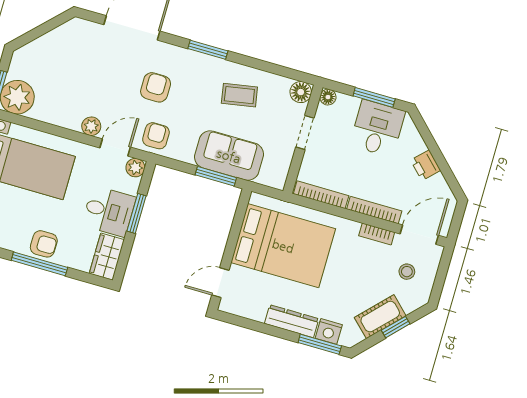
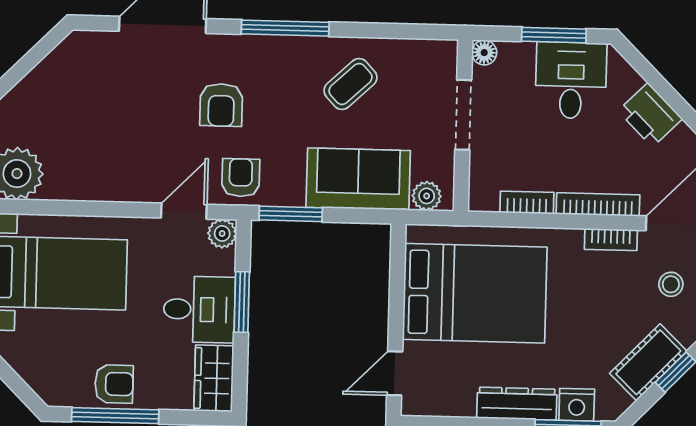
window: (208, 50) -> (285, 28), width x1.44
armchair: (156, 87) -> (221, 105), turned 180
floor lamp: (301, 92) -> (441, 56), removed
coffee table: (239, 95) -> (350, 84), turned -33
plant: (91, 126) -> (427, 196), moved
doorway: (305, 133) -> (463, 115), width x1.38
printer: (426, 165) -> (650, 115), width x1.36, depth x1.24
window: (216, 176) -> (291, 214), moved
bookcase: (321, 195) -> (527, 202), width x0.64

